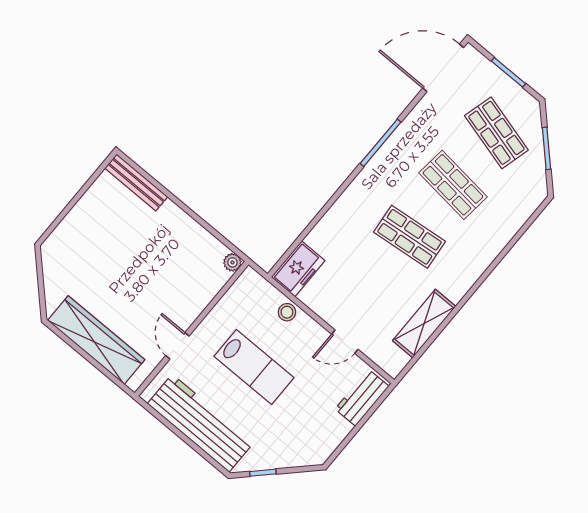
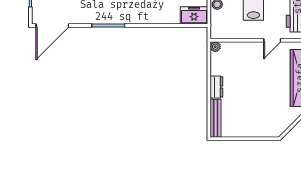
door: (443, 68) -> (52, 26), hinge flipped
dresser: (177, 219) -> (216, 87), added

